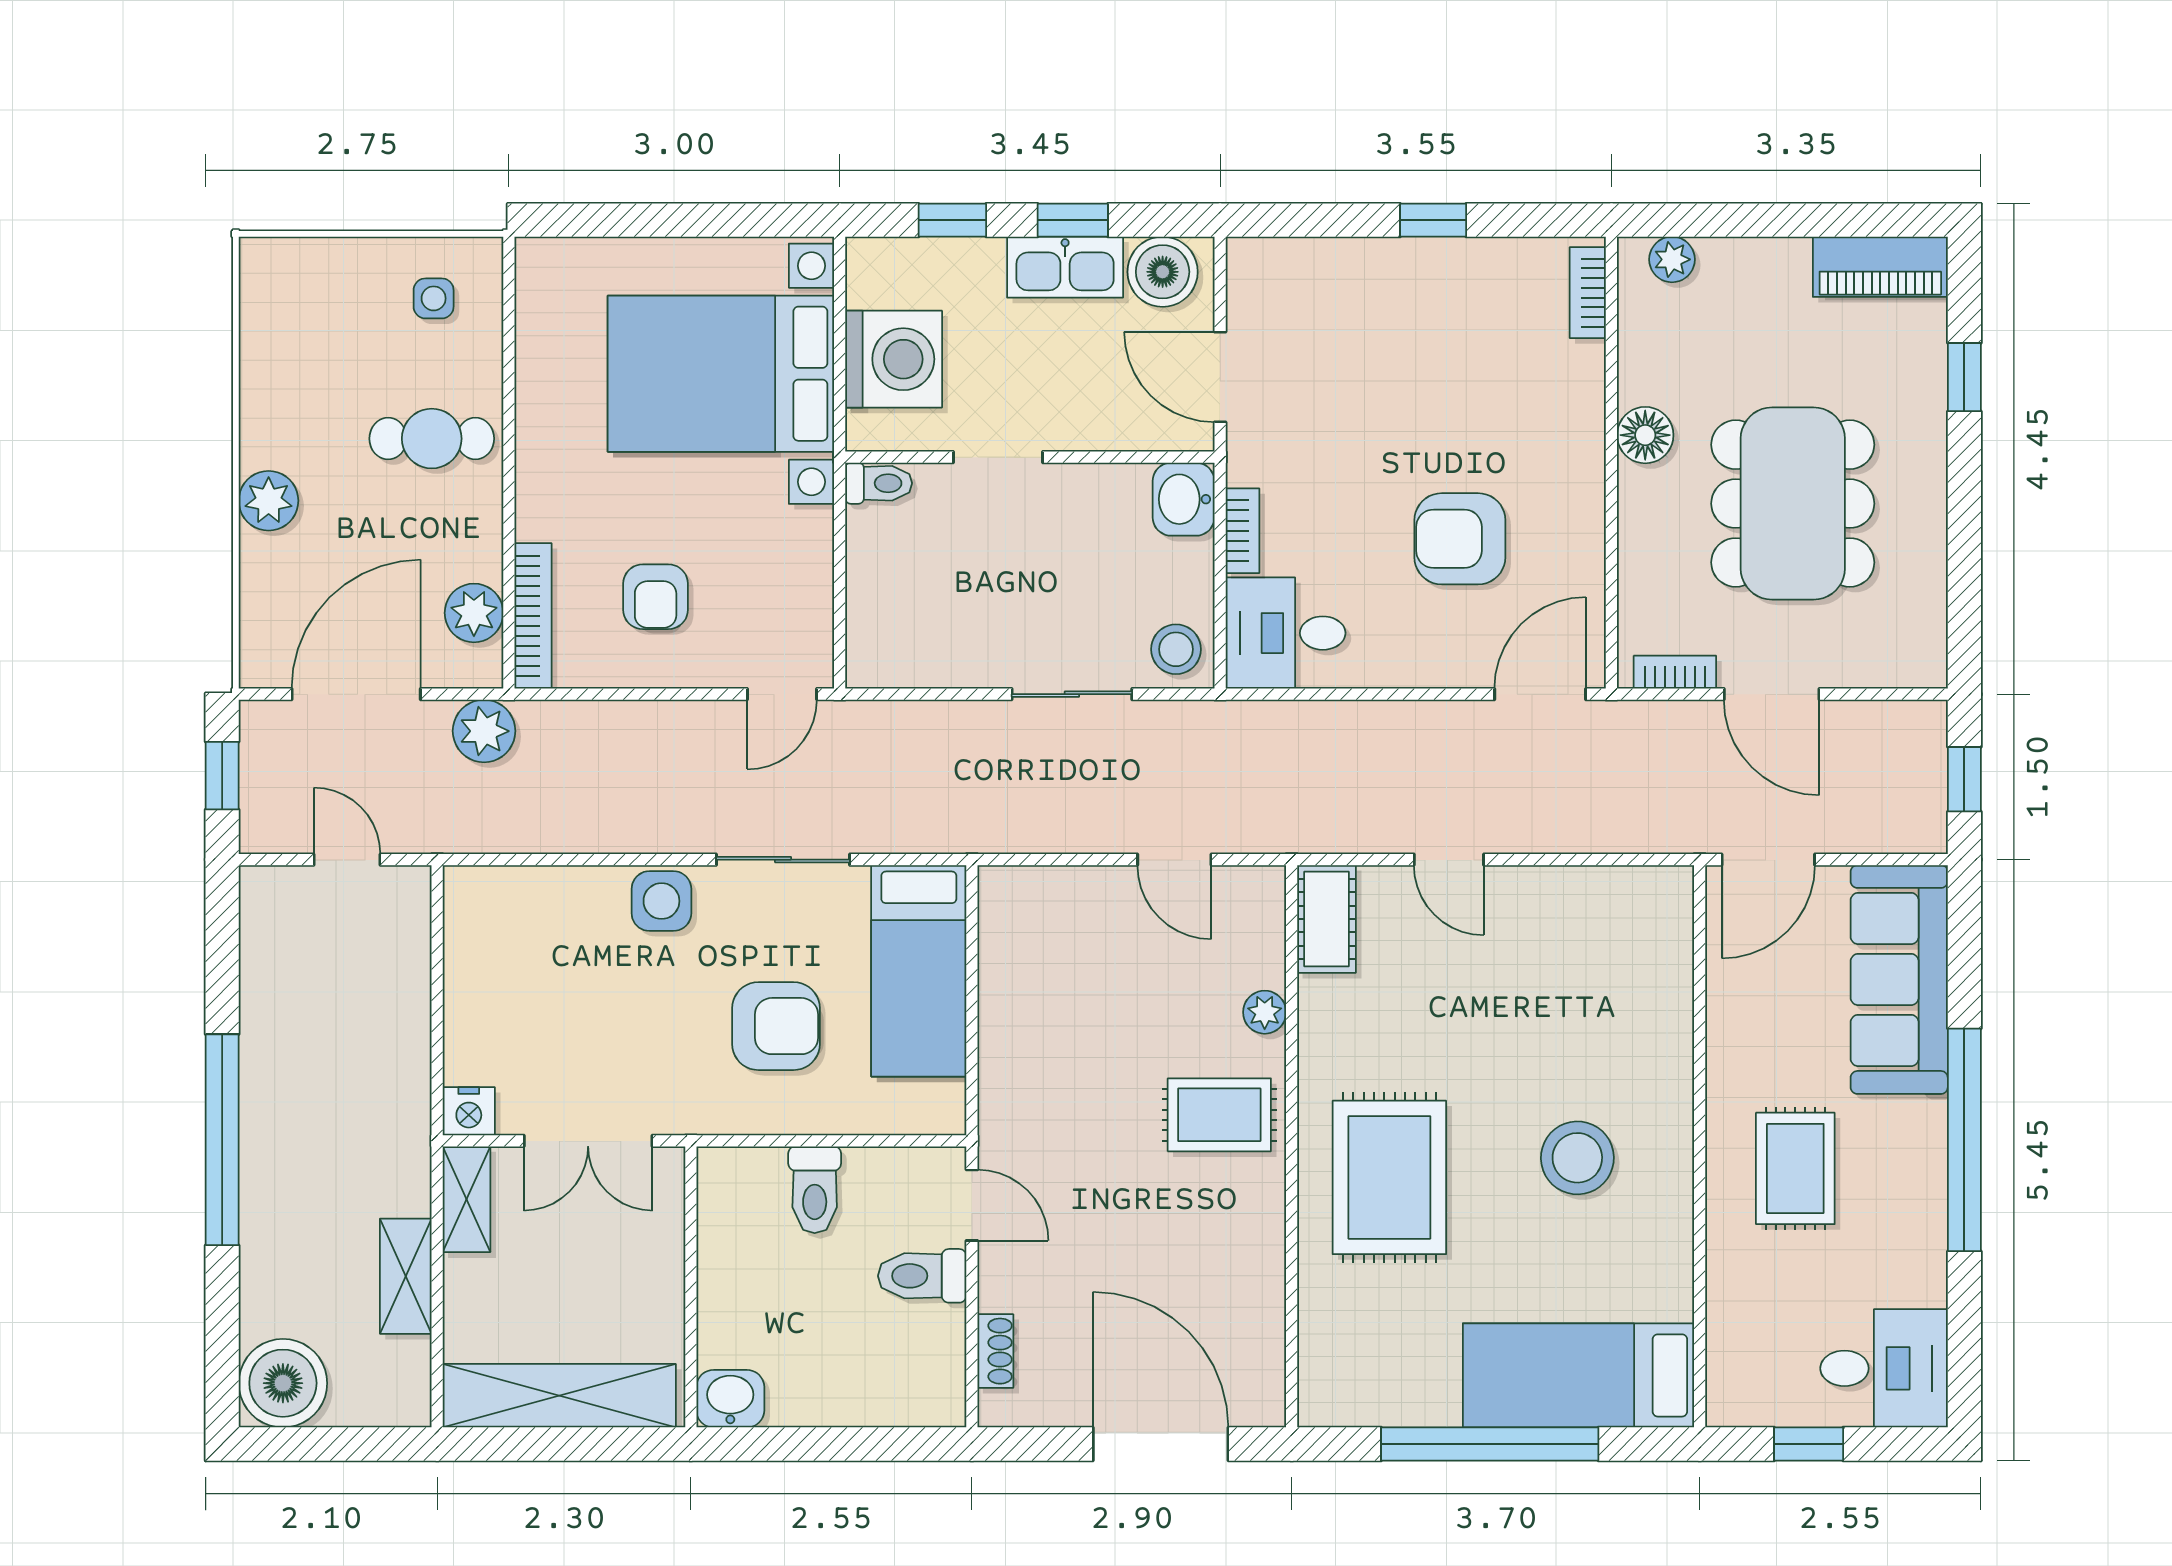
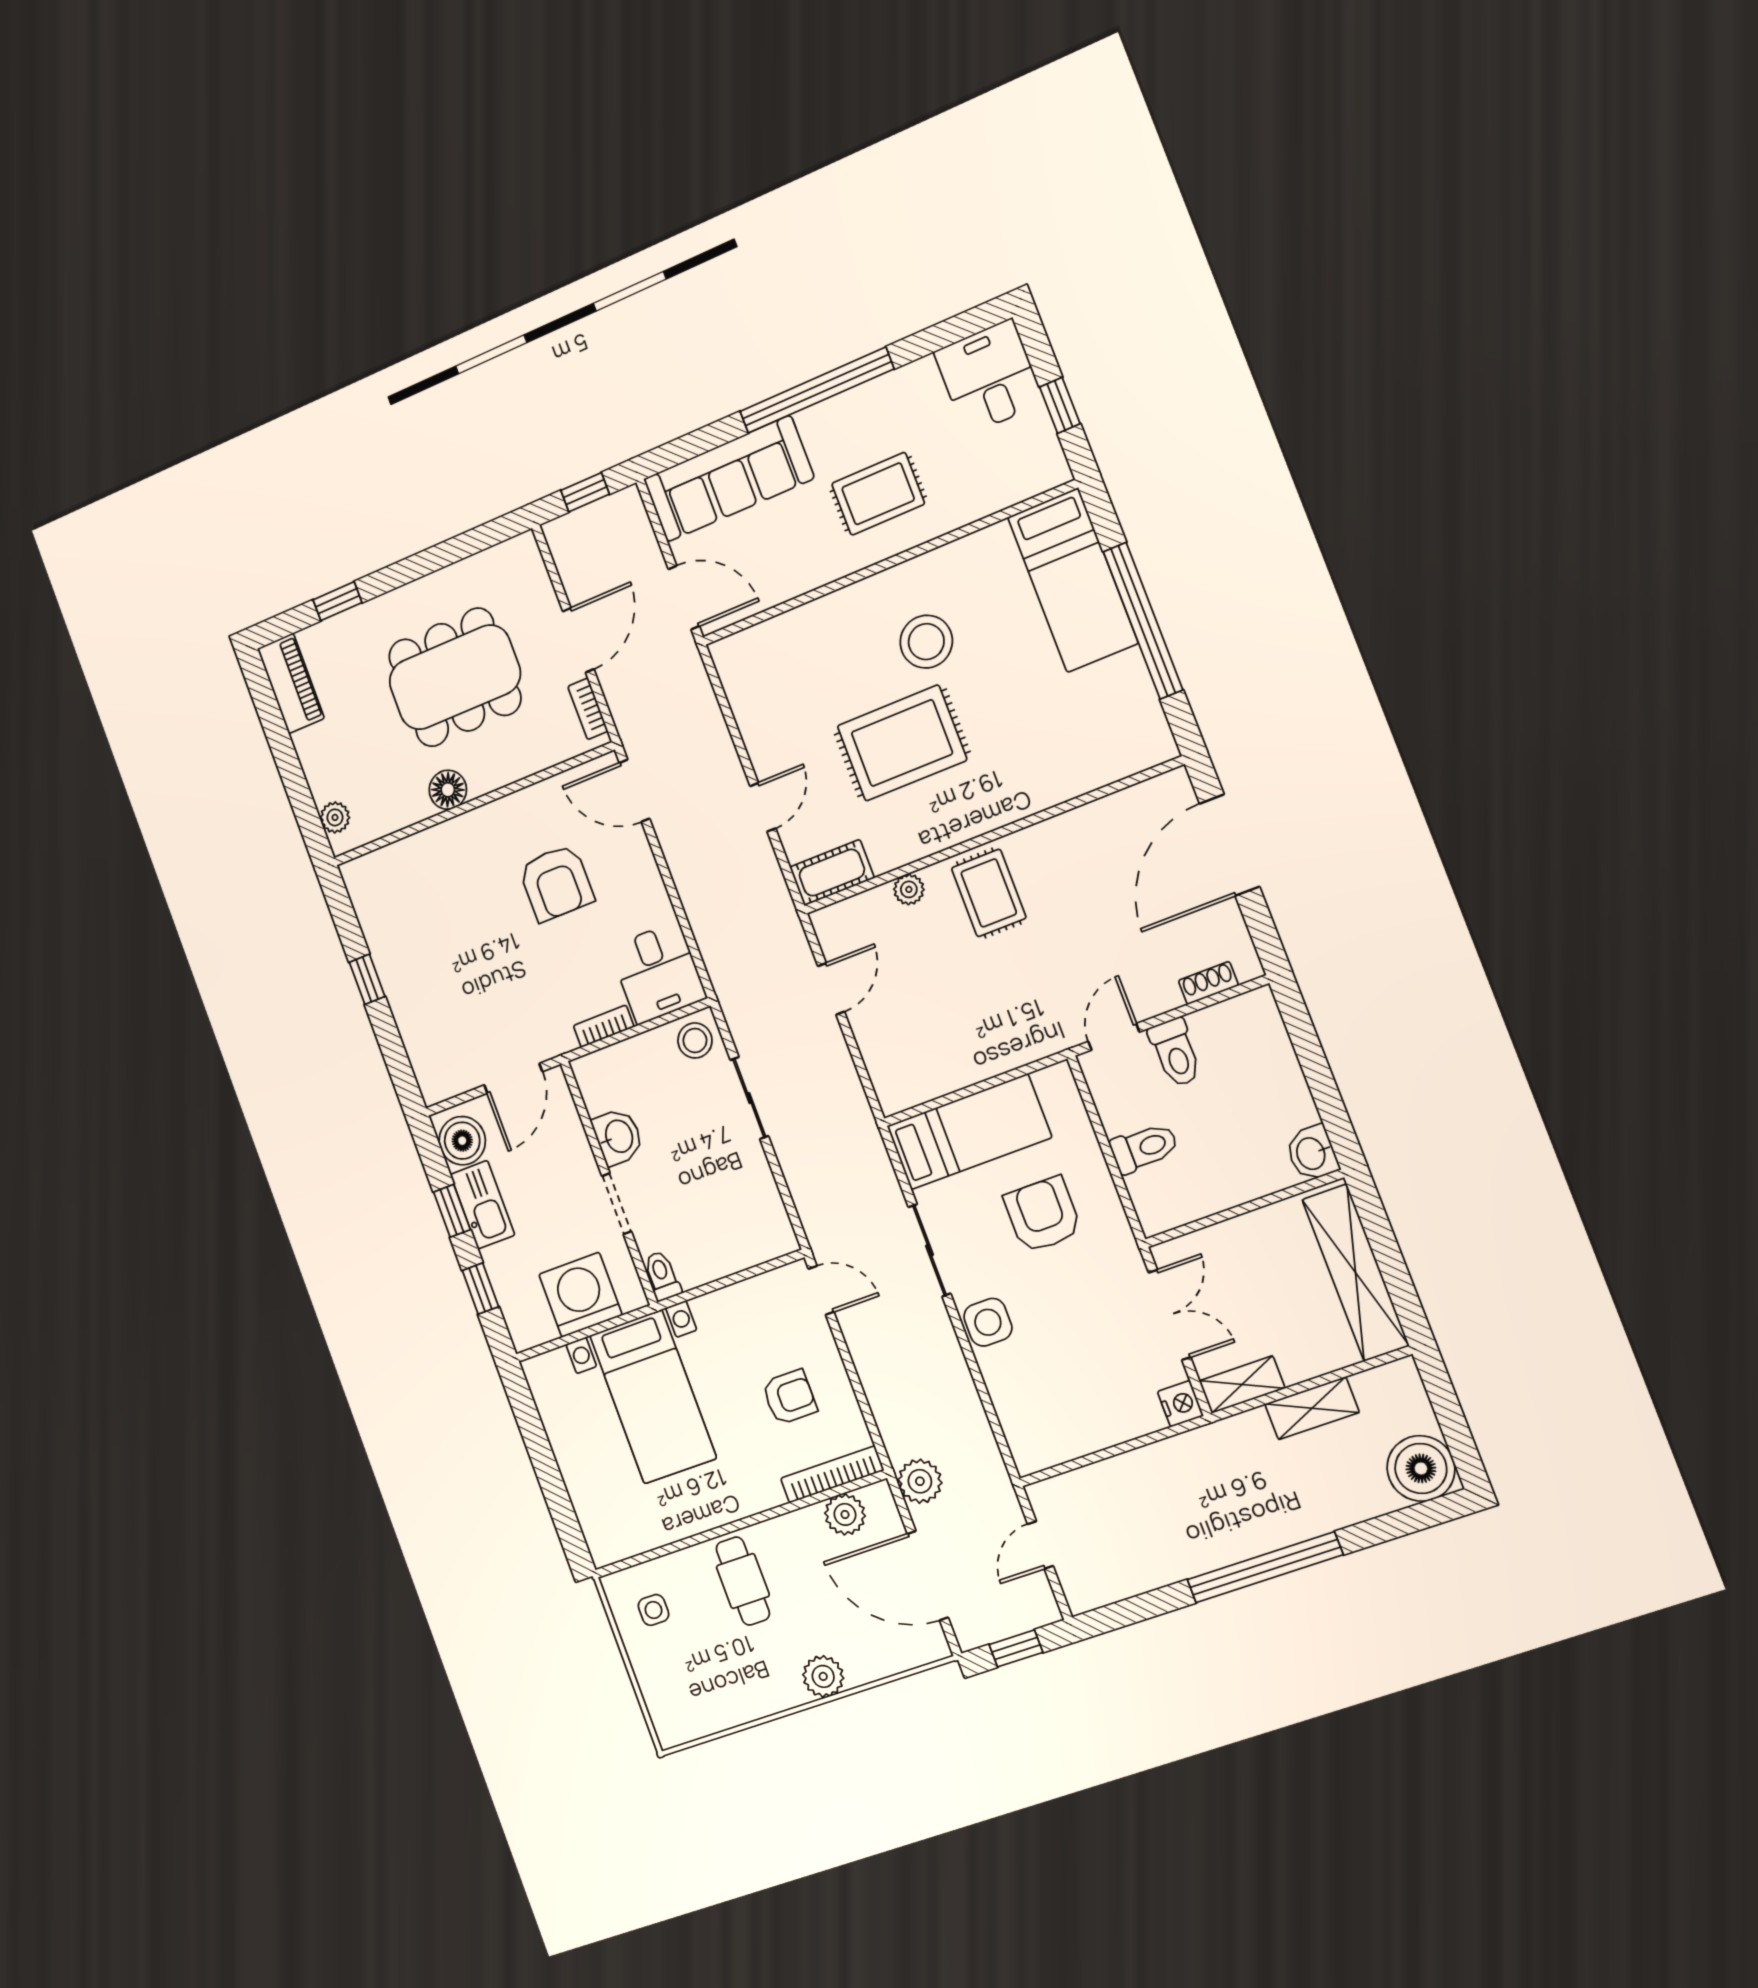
bookcase: (1588, 293) -> (375, 863), removed
bed with nightstands: (721, 374) -> (653, 1397), width x0.73
washbasin: (1184, 499) -> (618, 1137), moved, turned -90
rug: (1389, 1177) -> (902, 743), moved

